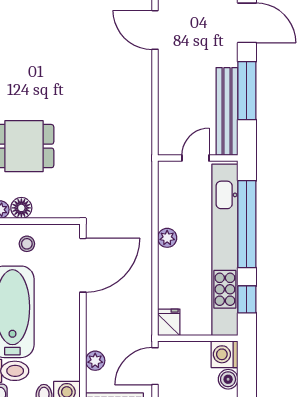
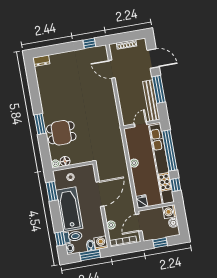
door: (83, 265) -> (100, 194), moved

